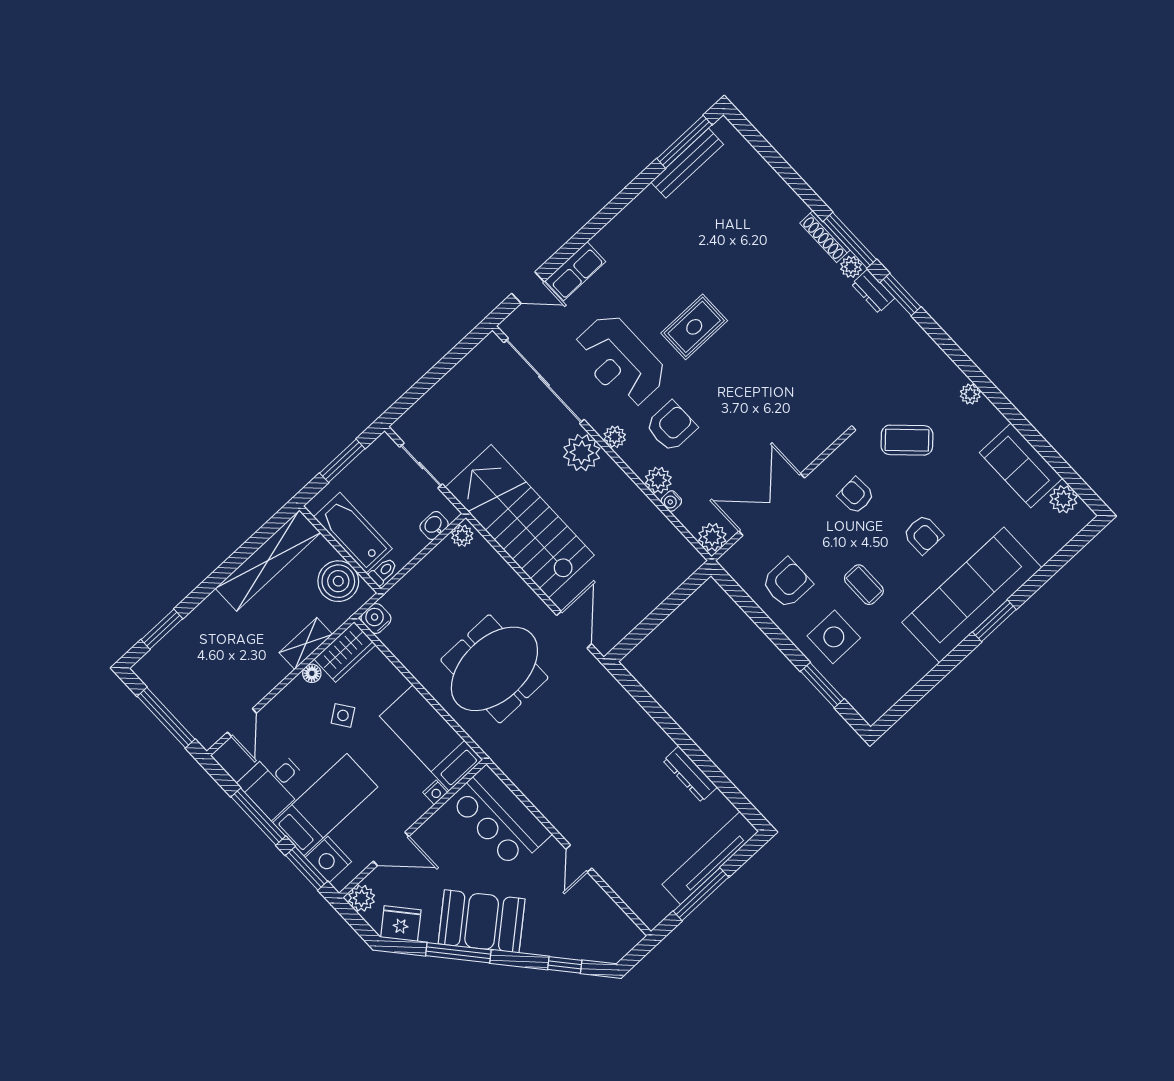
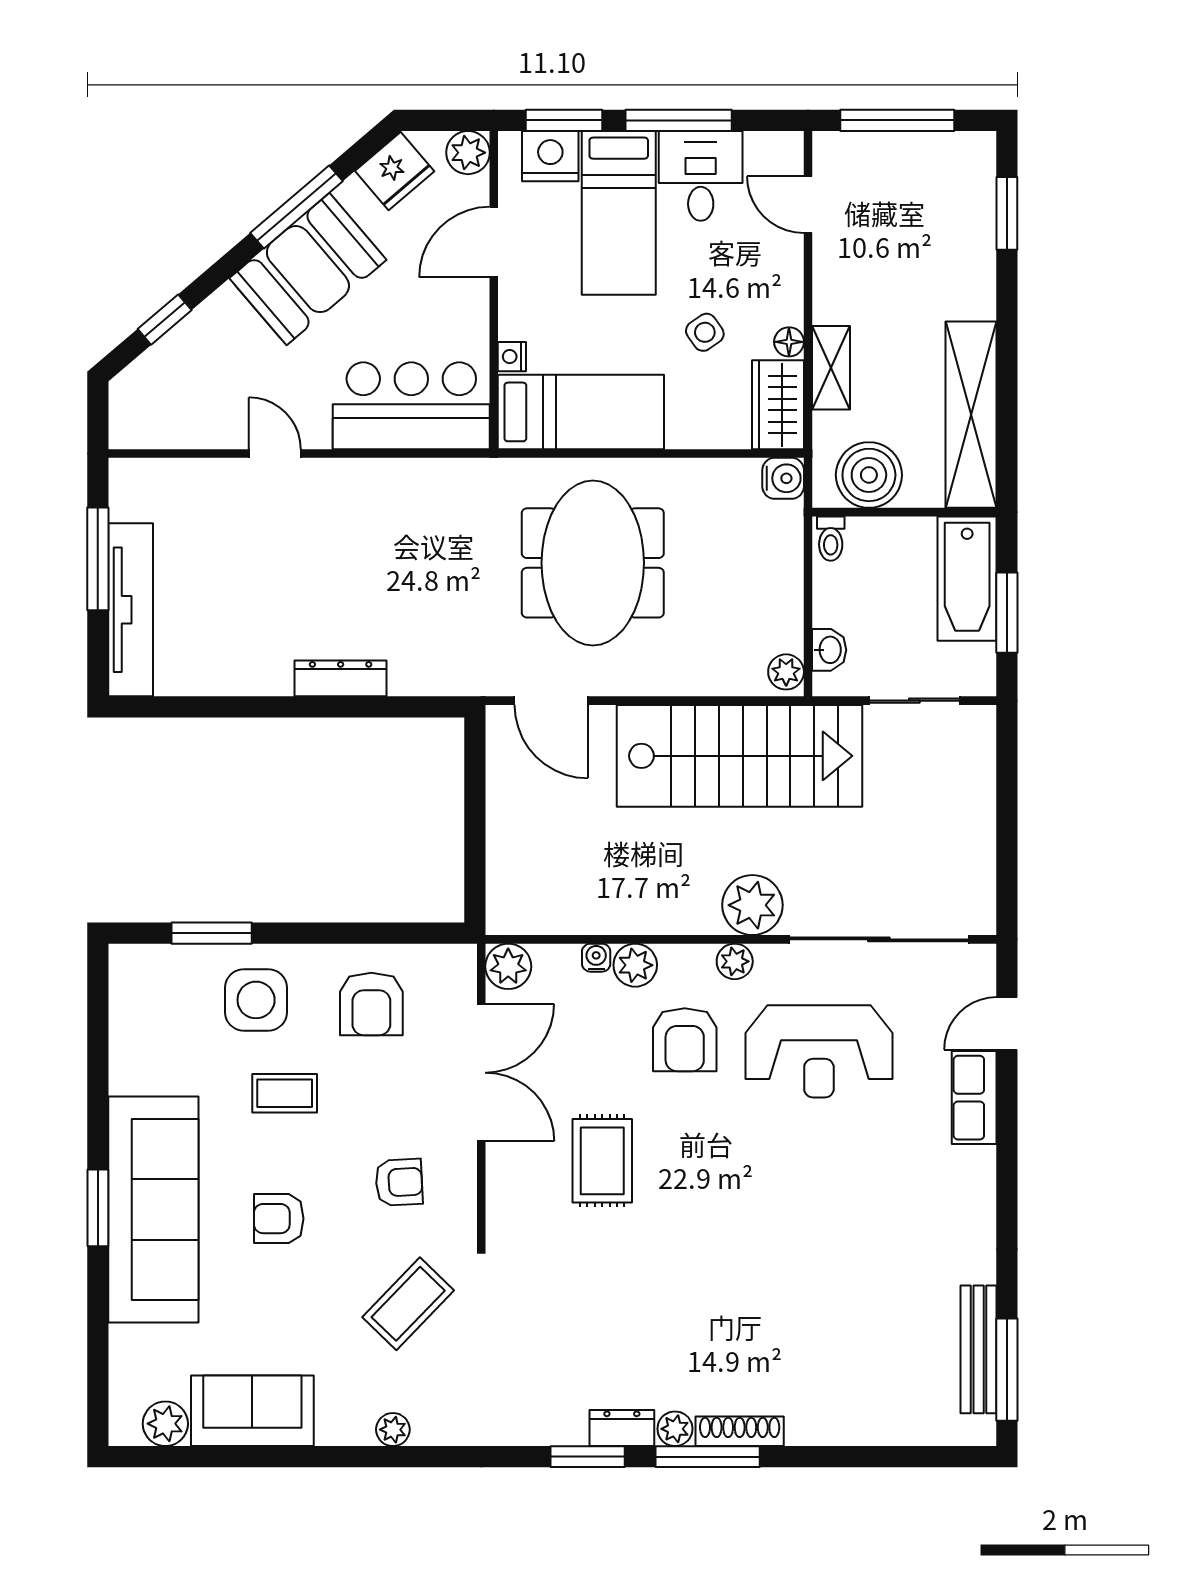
rug: (694, 327) -> (602, 1161), moved
reception desk: (620, 361) -> (819, 1051), turned 180
bathtub: (353, 533) -> (967, 579), moved, turned 90
dresser: (690, 774) -> (341, 678), moved

